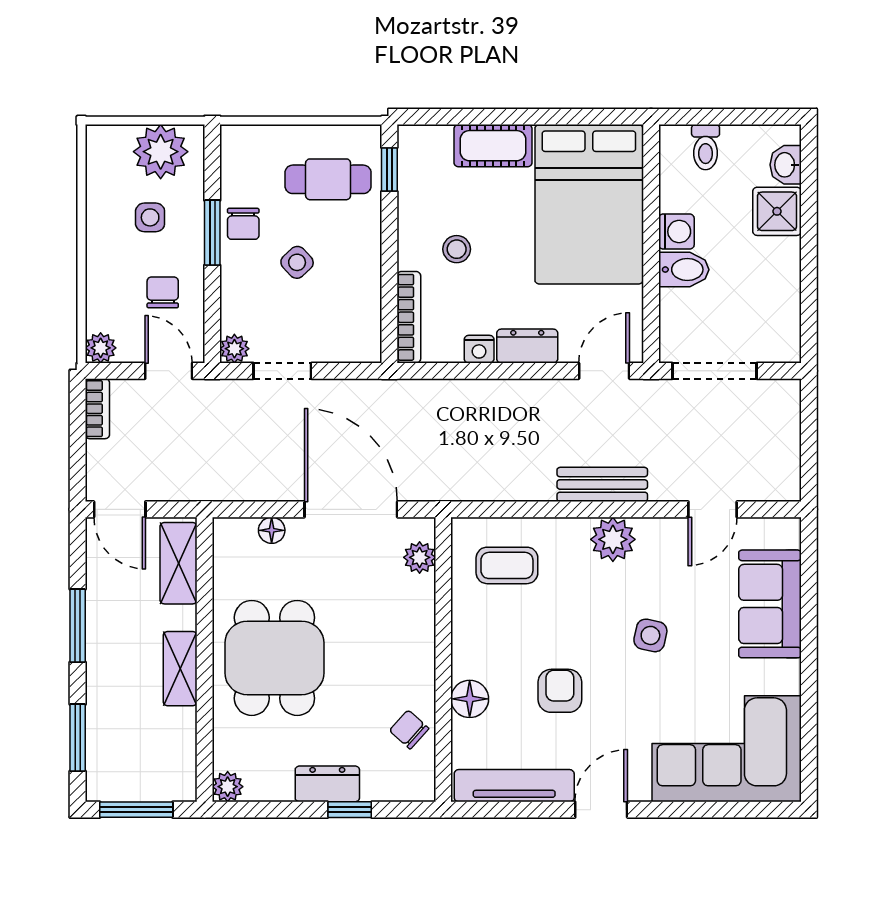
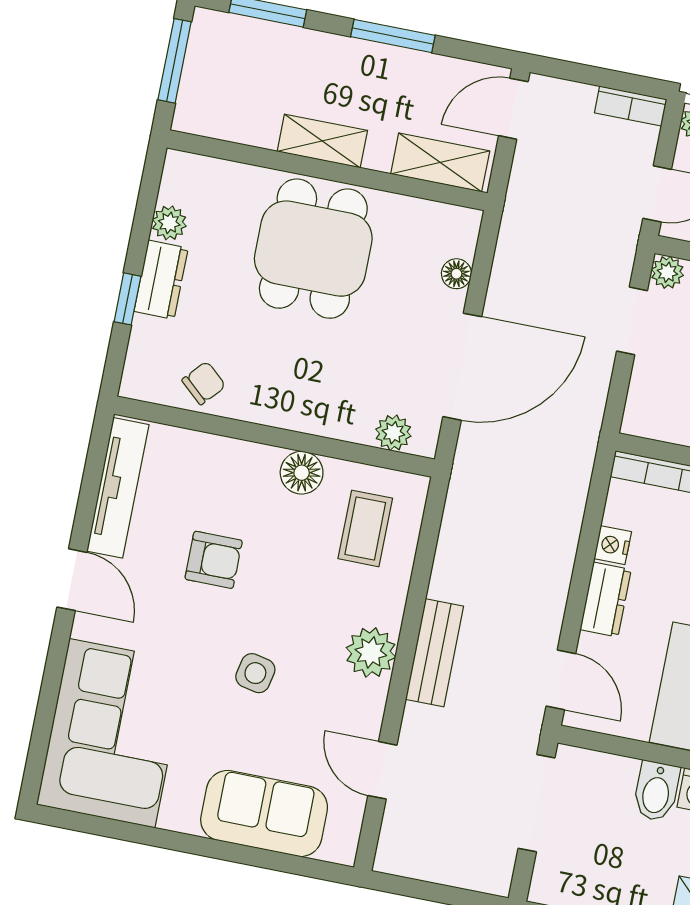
dining table: (274, 658) -> (313, 249), turned 90
floor lamp: (470, 699) -> (302, 473), moved
plant: (228, 787) -> (169, 223), moved

